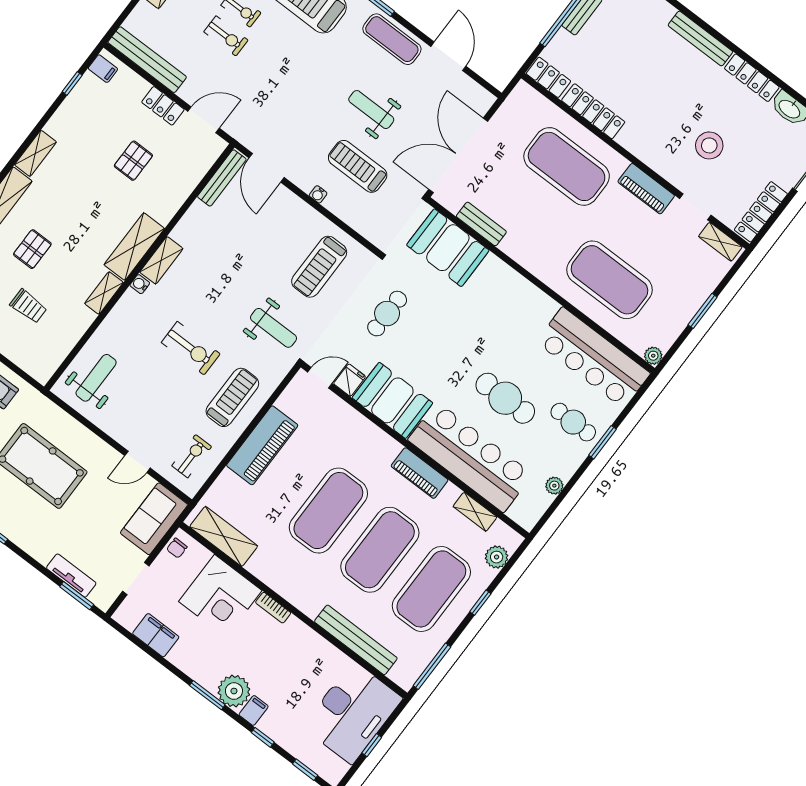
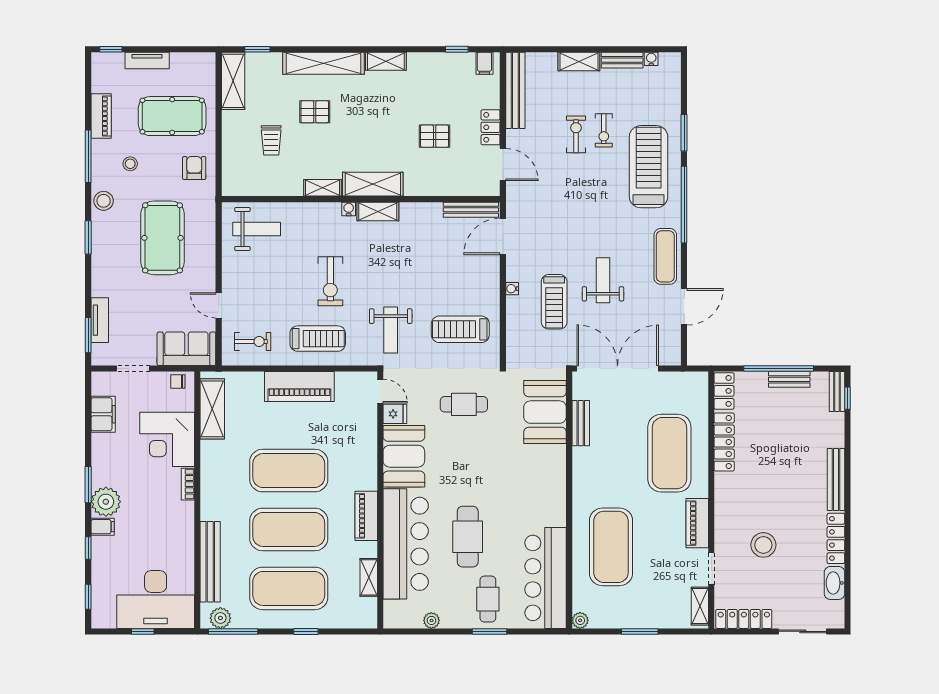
exercise bike: (226, 36) -> (576, 134), turned 180
treadmill: (358, 166) -> (554, 302), turned 180
plant: (497, 557) -> (220, 618), moved

